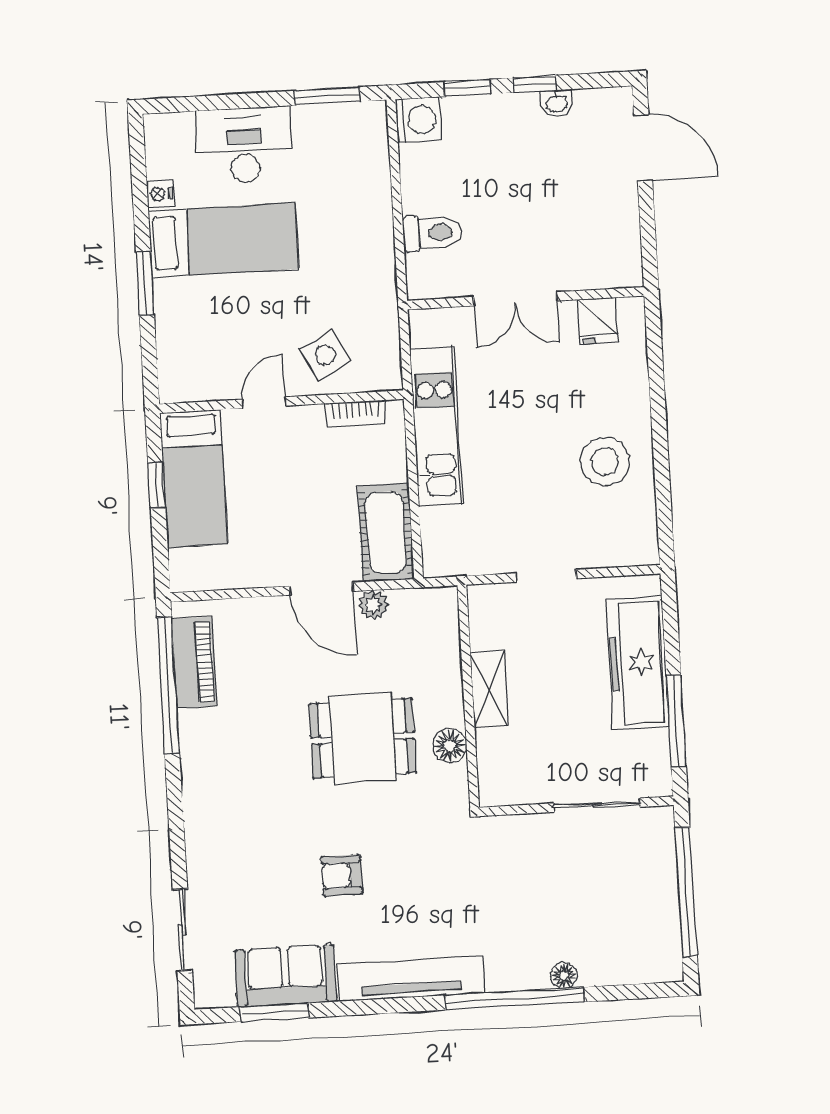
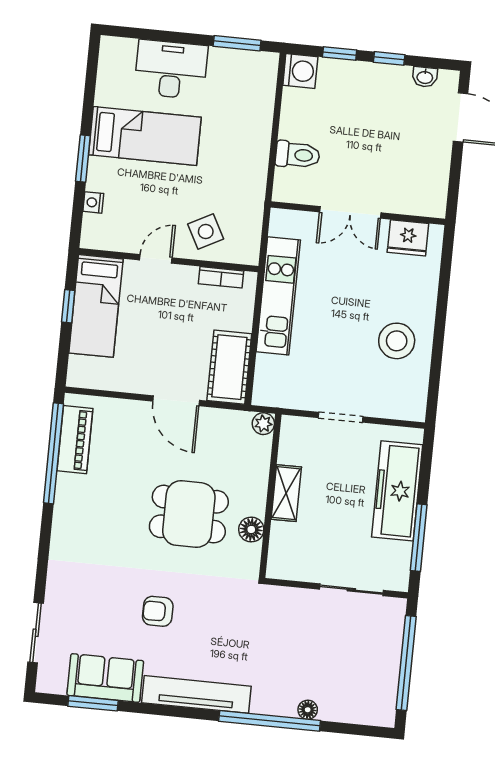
washbasin: (557, 103) -> (425, 77), moved
nightstand: (160, 194) -> (93, 202), moved
fridge: (598, 321) -> (408, 238), width x1.38
plant: (373, 605) -> (263, 424), moved

